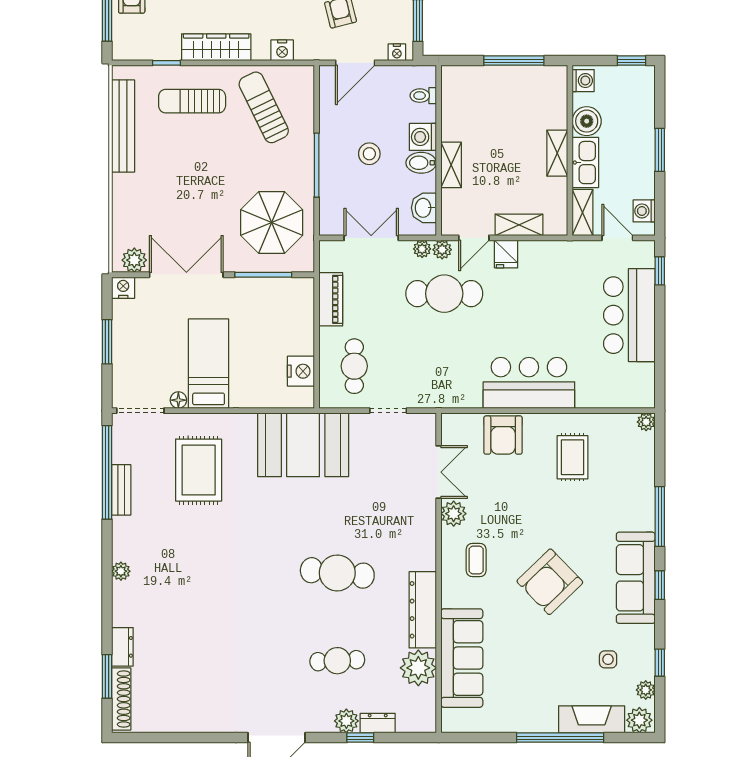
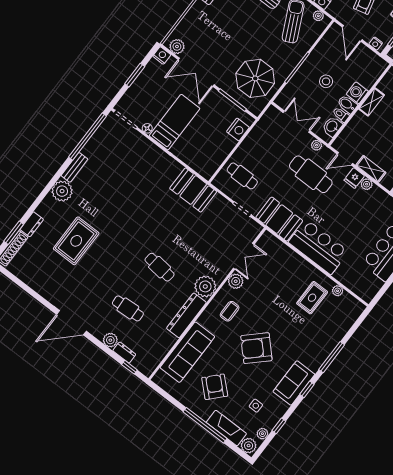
door: (355, 63) -> (352, 33), hinge flipped
plant: (292, 74) -> (318, 16), added
toilet: (423, 96) -> (341, 115), moved
shelving: (451, 165) -> (372, 102), moved
plant: (442, 250) -> (367, 184), moved
double door: (186, 275) -> (196, 72), swing flipped
piano: (331, 299) -> (255, 136), removed
cafe table: (354, 366) -> (242, 176), turned 90
nightstand: (301, 371) -> (238, 129), moved
booth: (448, 386) -> (279, 219), added
plant: (646, 422) -> (338, 291), moved
armchair: (503, 435) -> (215, 387), moved, turned 133
booth: (303, 445) -> (193, 190), width x0.73, depth x0.70
rug: (199, 470) -> (76, 241), moved
bench: (121, 490) -> (74, 167), moved
plant: (121, 571) -> (62, 191), width x1.88, depth x1.88
cafe table: (337, 573) -> (160, 267), width x0.73, depth x0.74
sofa: (636, 578) -> (294, 383), width x0.73
plant: (418, 668) -> (205, 286), moved
window: (360, 738) -> (129, 367), moved

